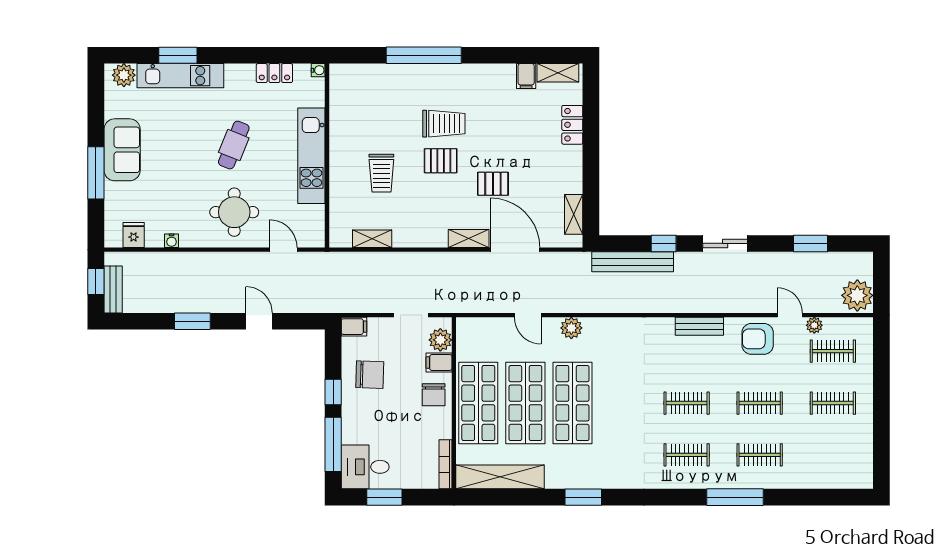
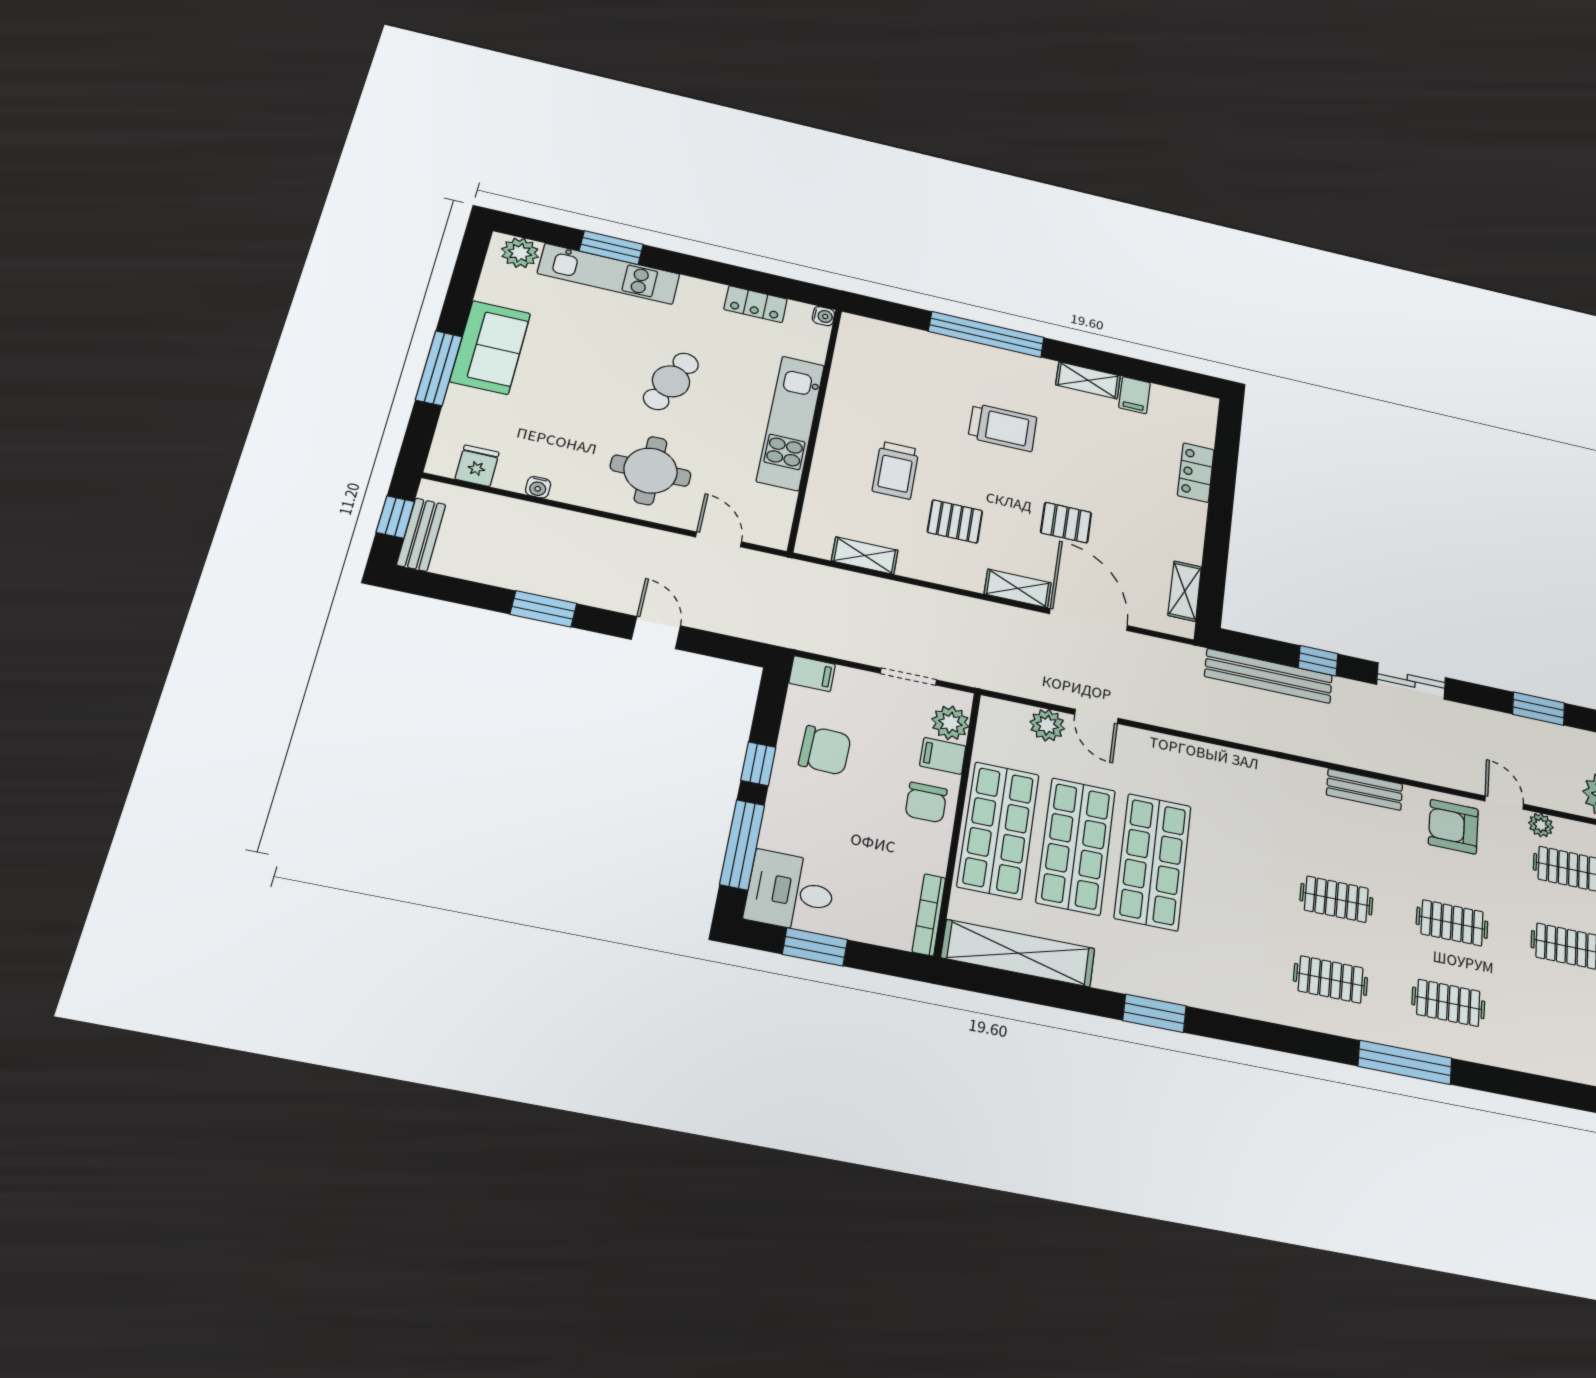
shelving: (558, 73) -> (1088, 380), moved
pallet: (441, 161) -> (955, 521), moved
plant: (571, 328) -> (1047, 725), moved

